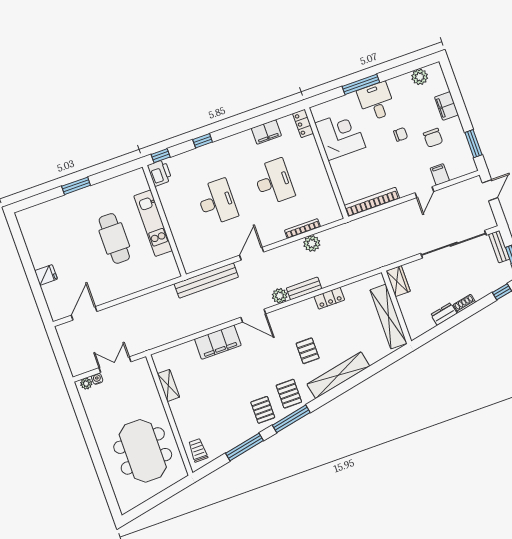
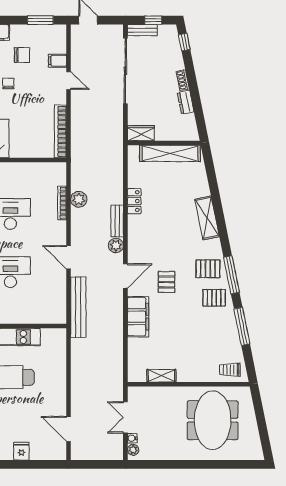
pallet: (308, 351) -> (167, 282), moved, turned 90
shelving: (338, 375) -> (207, 218), width x0.68
meeting table: (143, 451) -> (213, 420), turned 90

